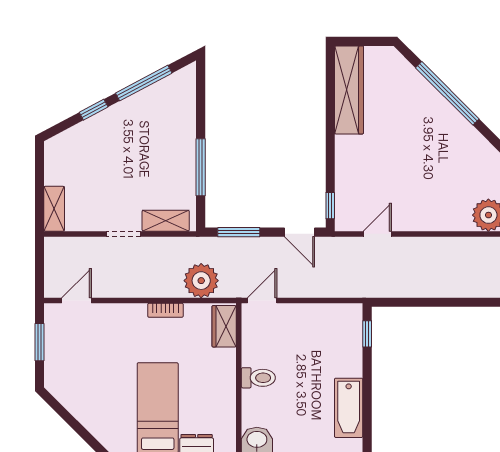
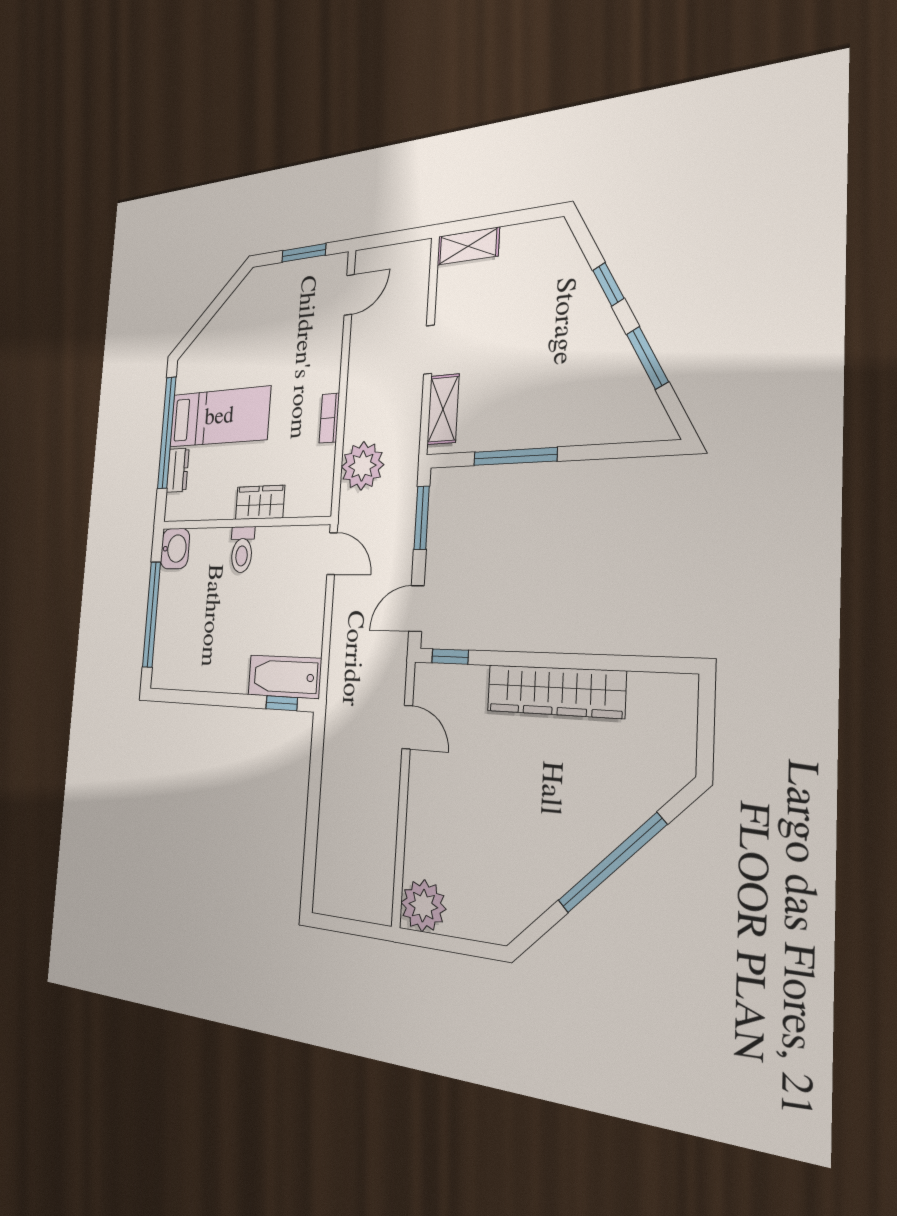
window: (144, 83) -> (647, 358), width x0.69
wardrobe: (349, 90) -> (555, 691), moved
door: (77, 301) -> (349, 295), hinge flipped
wardrobe: (224, 326) -> (260, 502), moved
bathtub: (349, 408) -> (285, 677), moved

